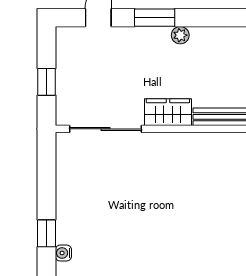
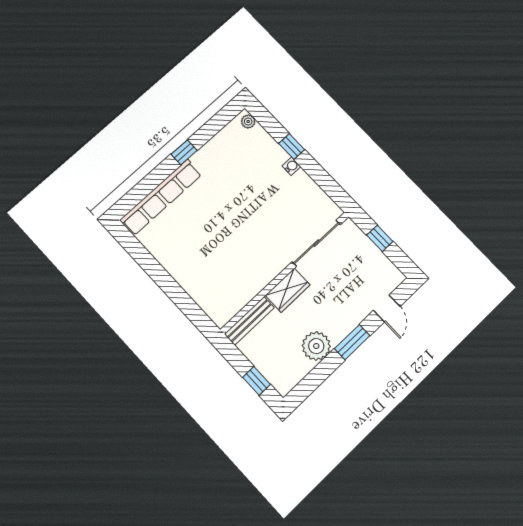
plant: (180, 35) -> (316, 346), width x1.88, depth x1.88
water cooler: (63, 253) -> (291, 166), moved

